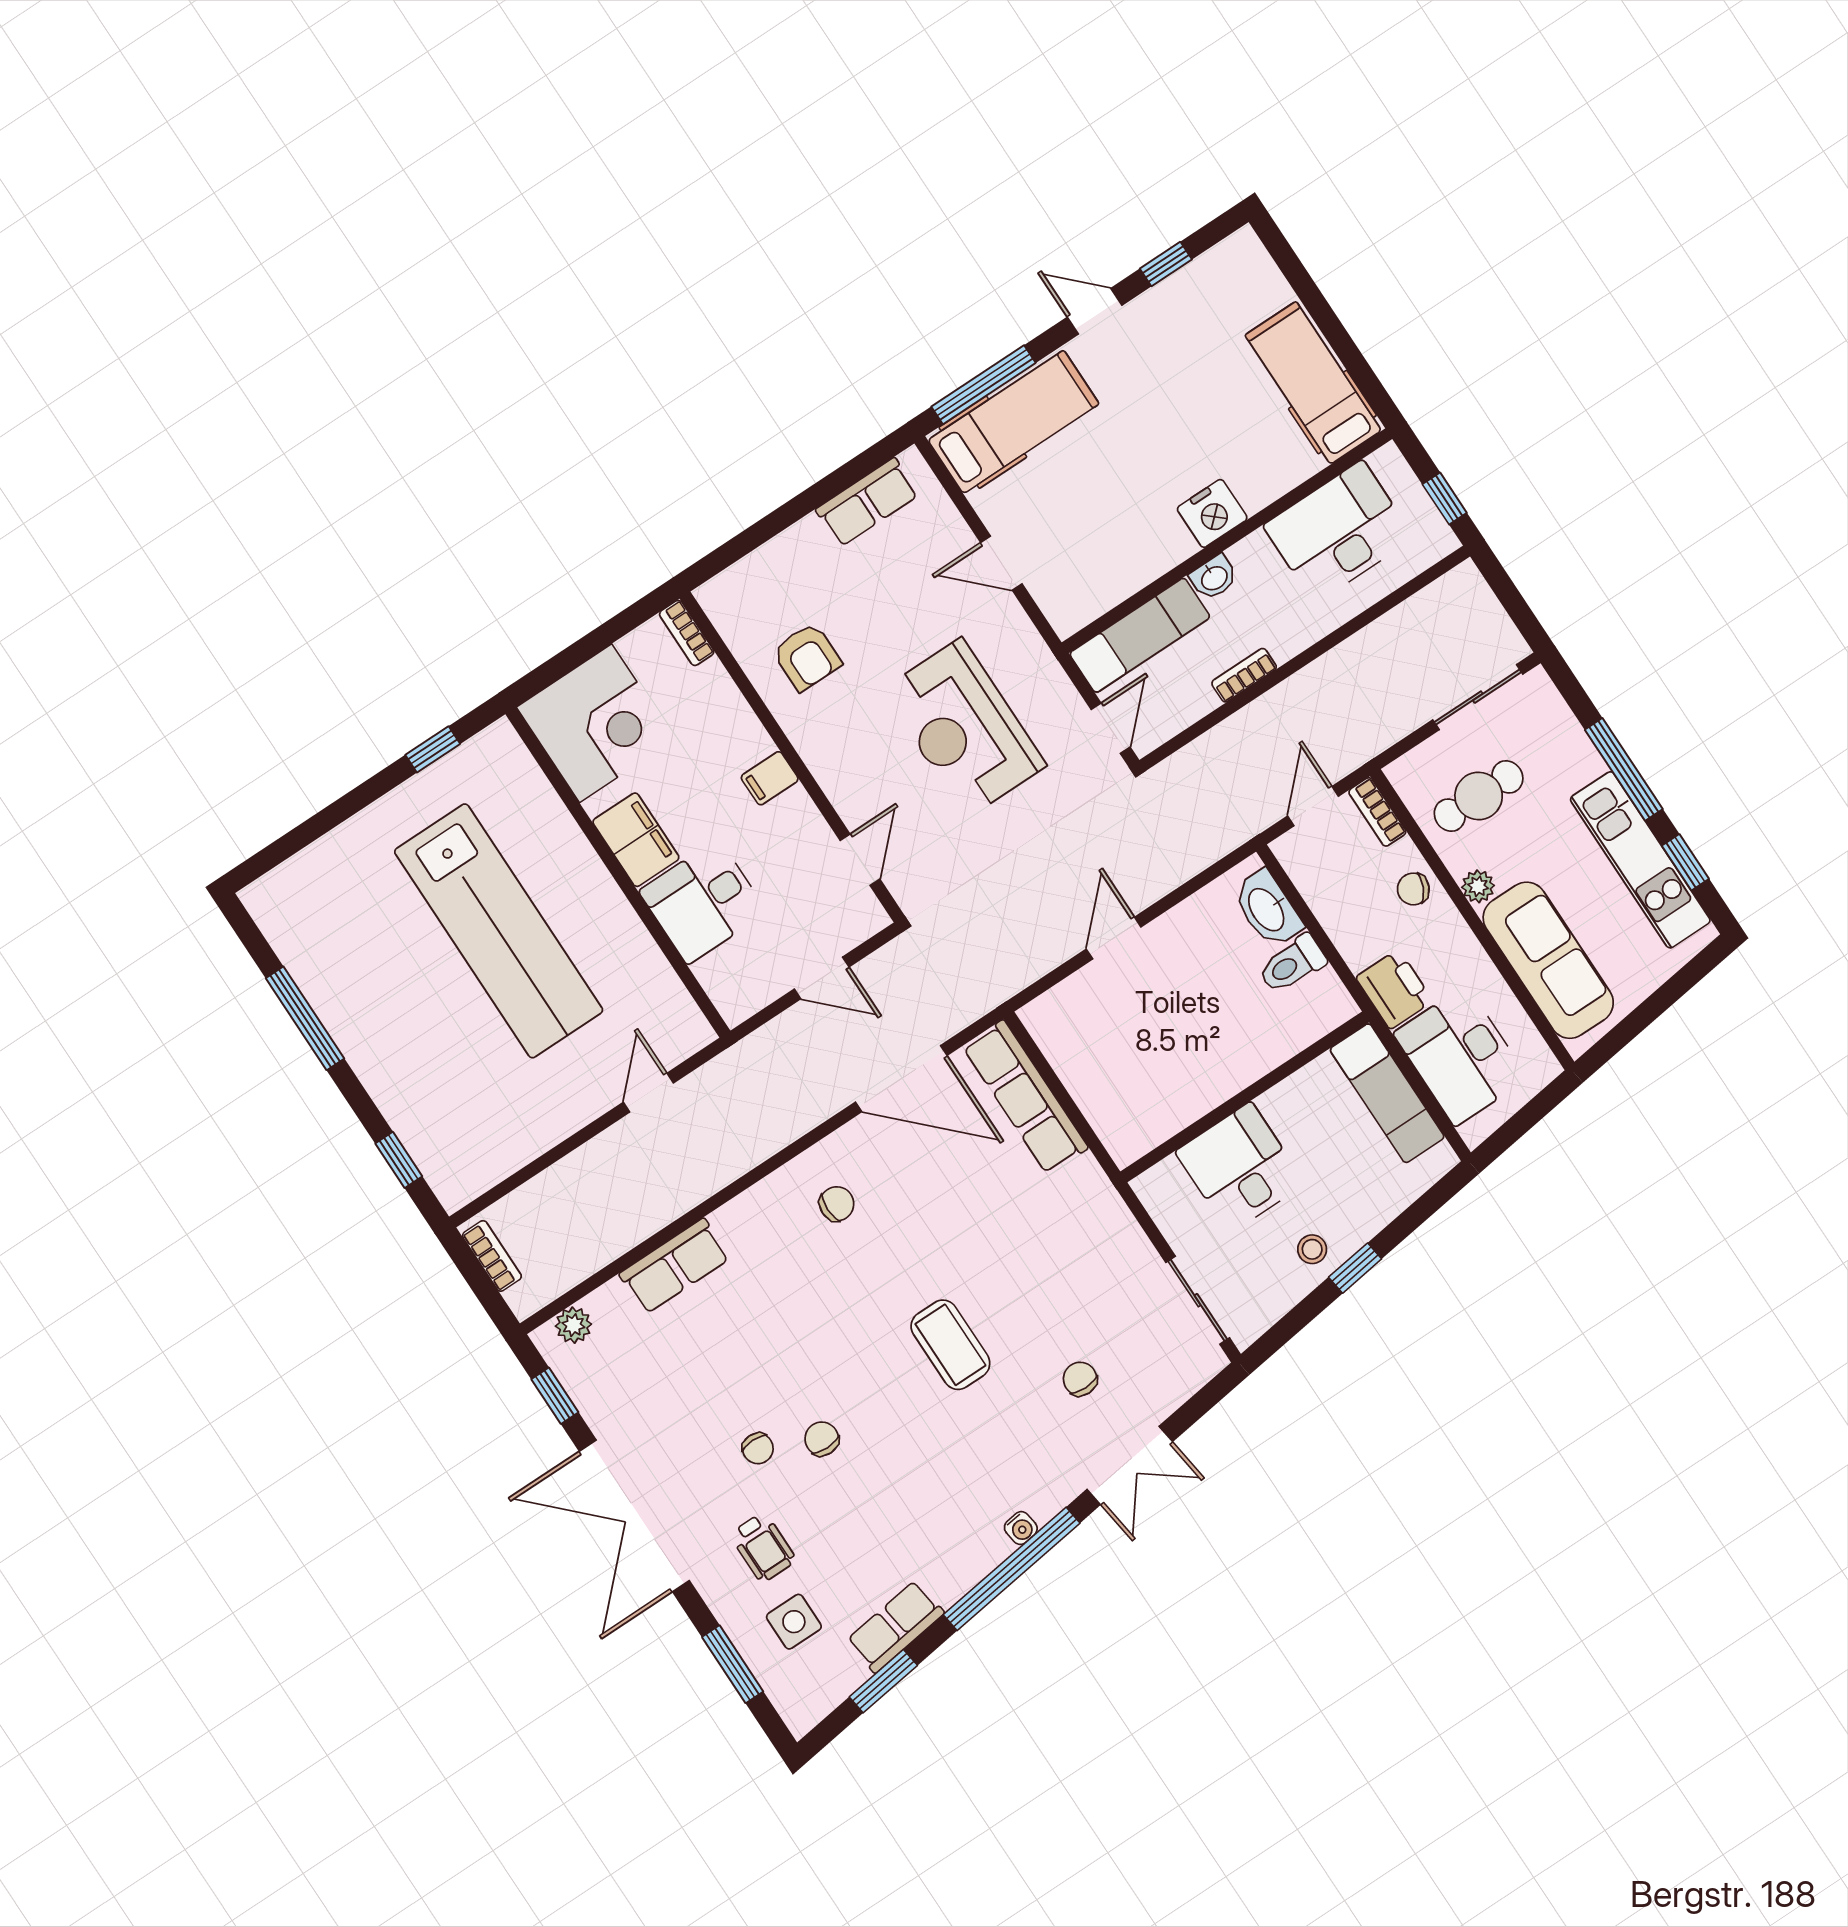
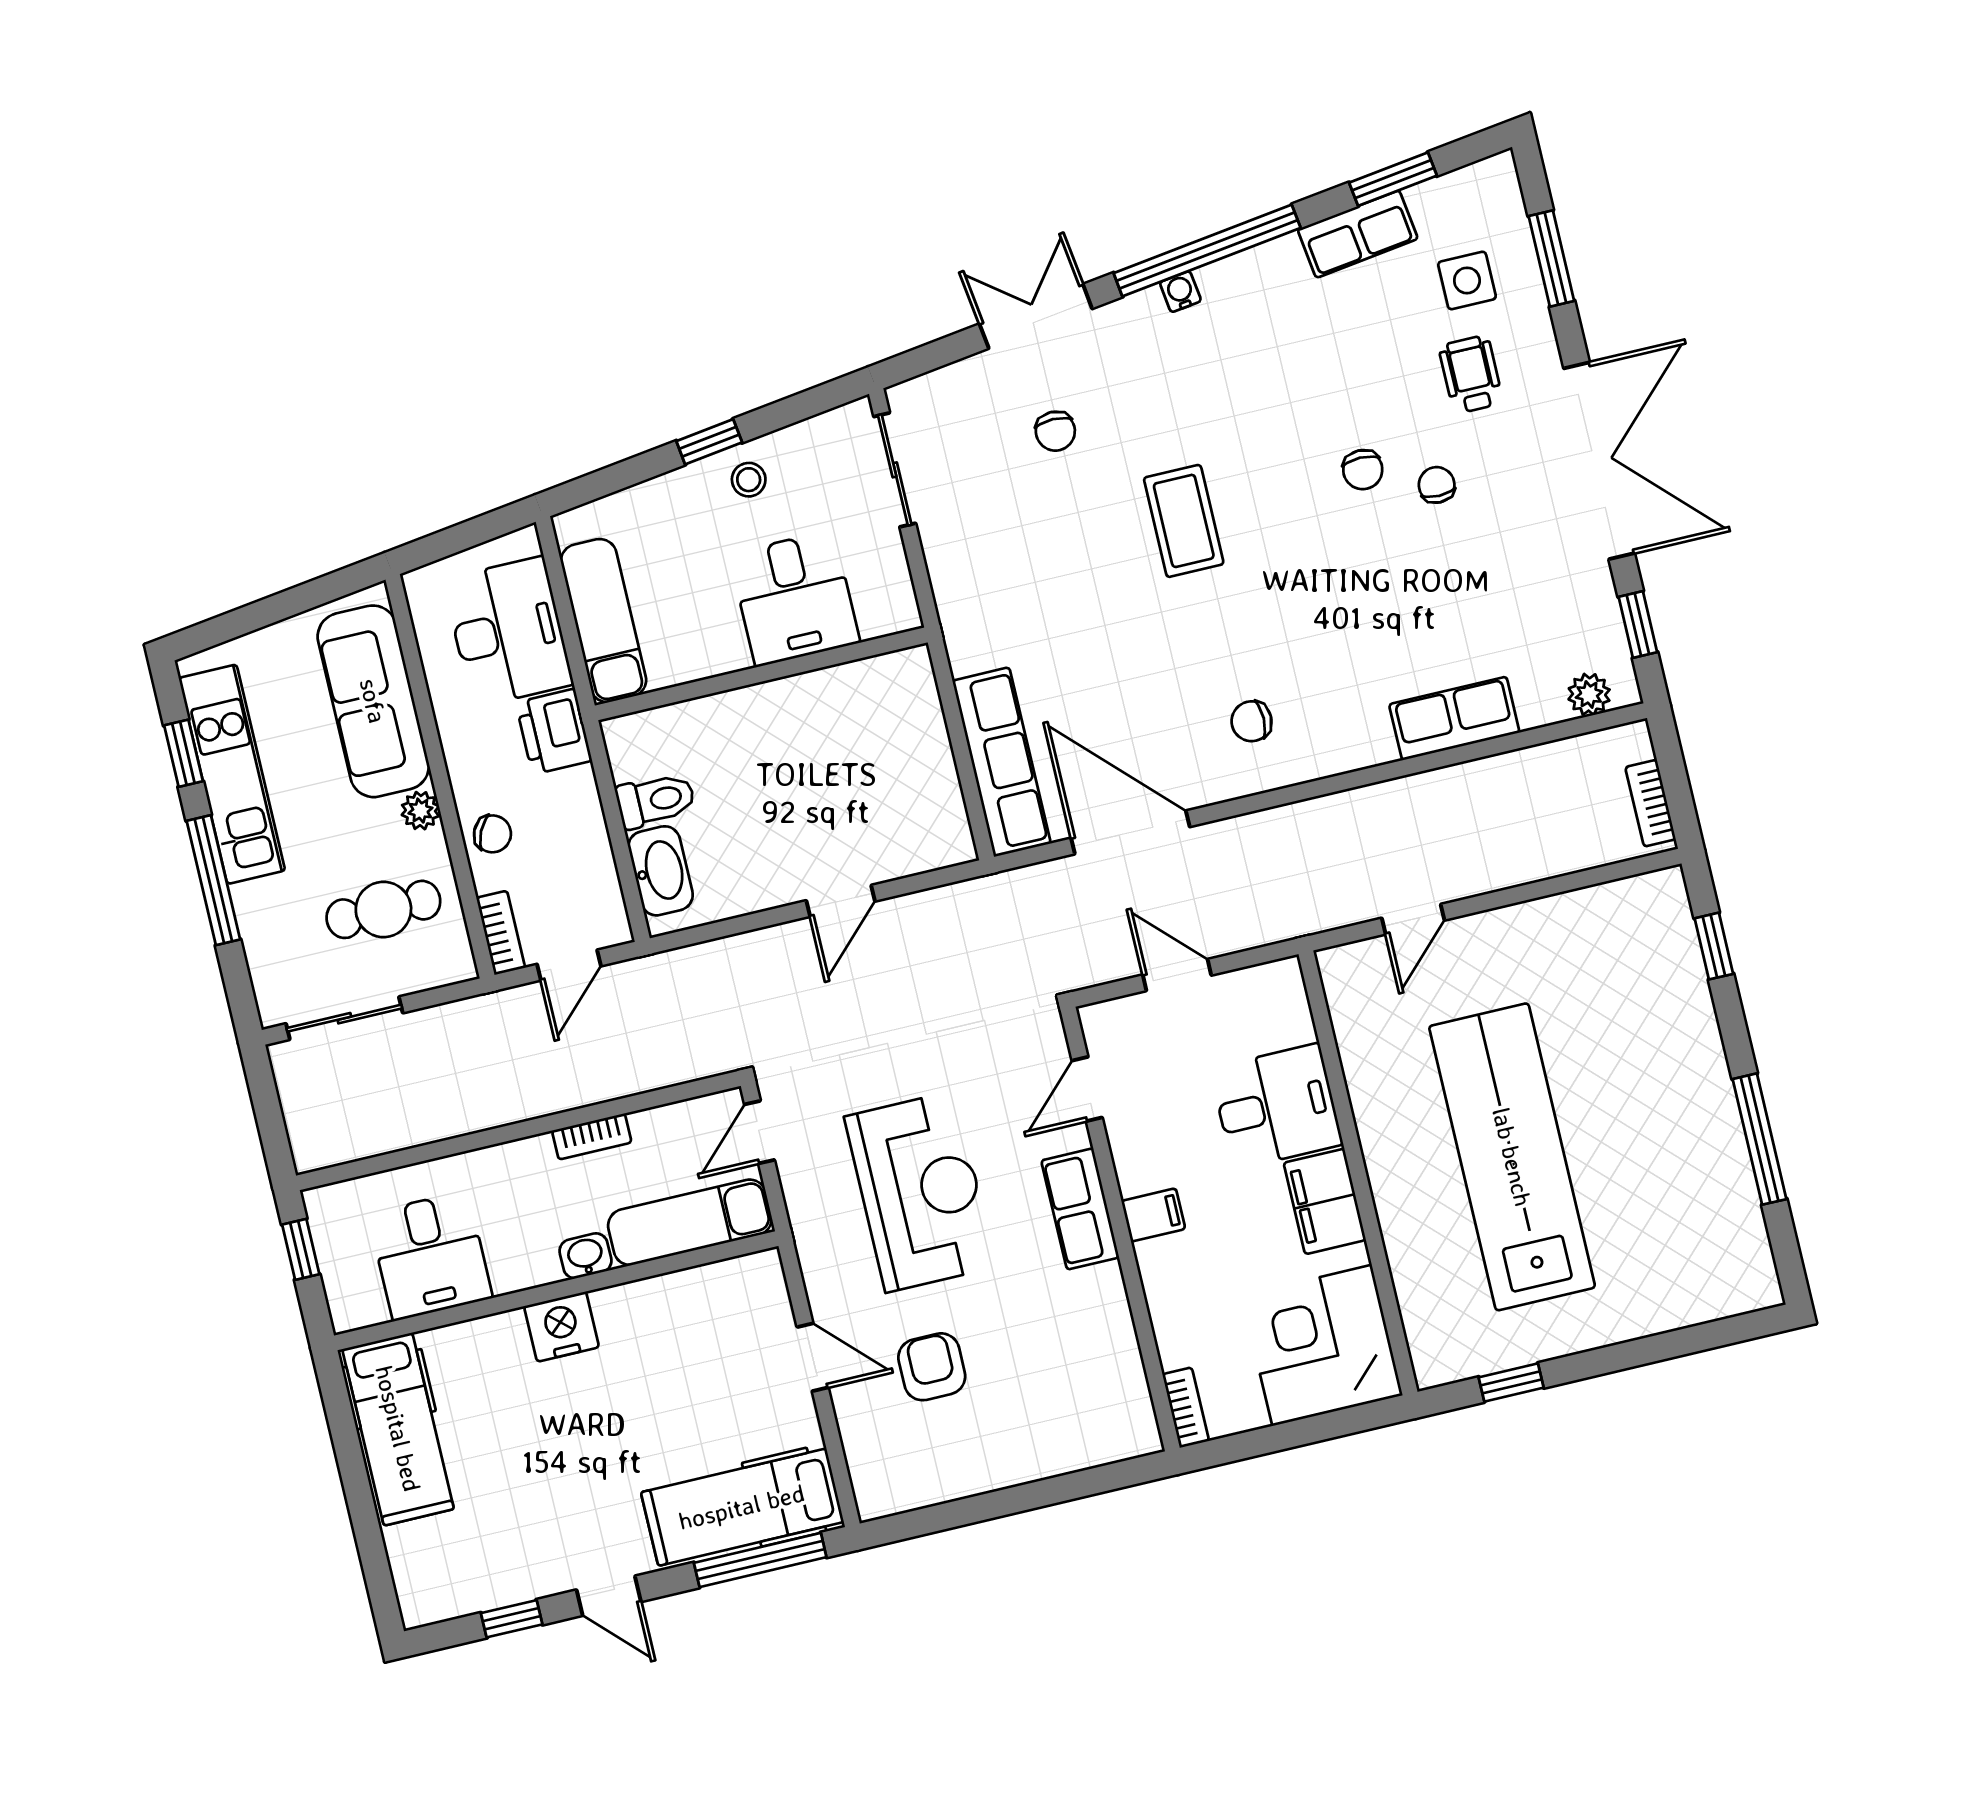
row of seats: (867, 502) -> (1080, 1209), moved, turned -90
desk: (1339, 532) -> (430, 1256), width x0.73
armchair: (807, 657) -> (932, 1367), moved

